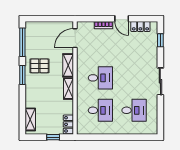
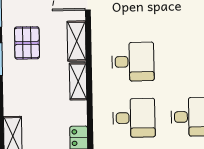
pallet: (39, 66) -> (27, 43), turned 90

